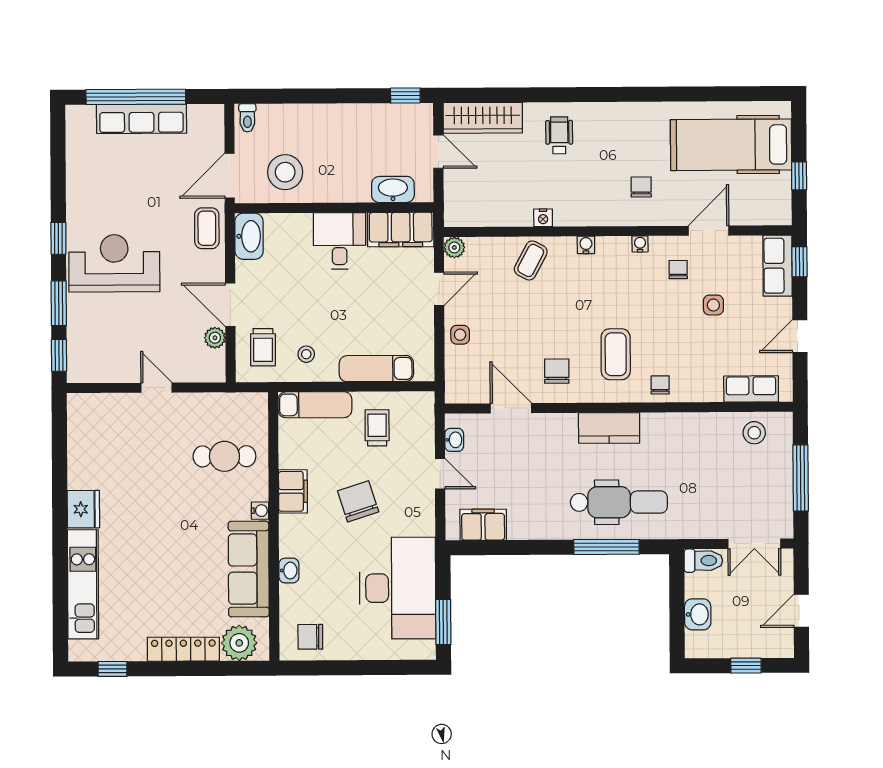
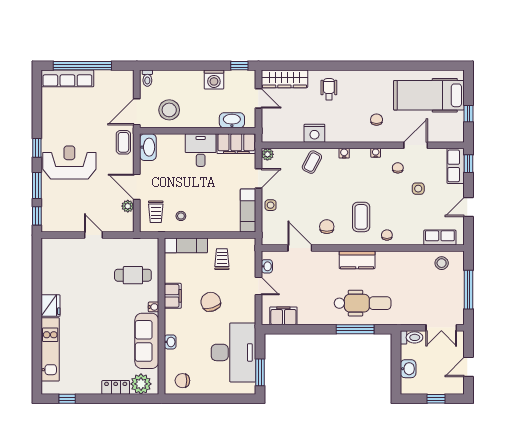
row of seats: (141, 119) -> (67, 78), moved
washing machine: (362, 120) -> (214, 80), added
nightstand: (543, 218) -> (314, 133), width x1.89, depth x1.79
exam couch: (376, 369) -> (248, 211), moved, turned -90
locker: (183, 649) -> (116, 387), width x0.66

